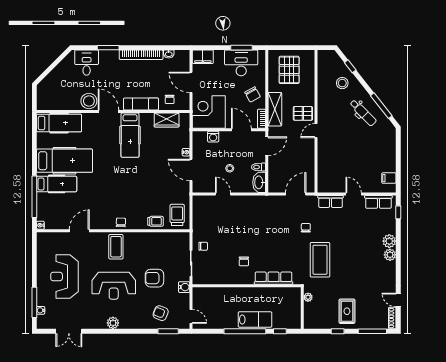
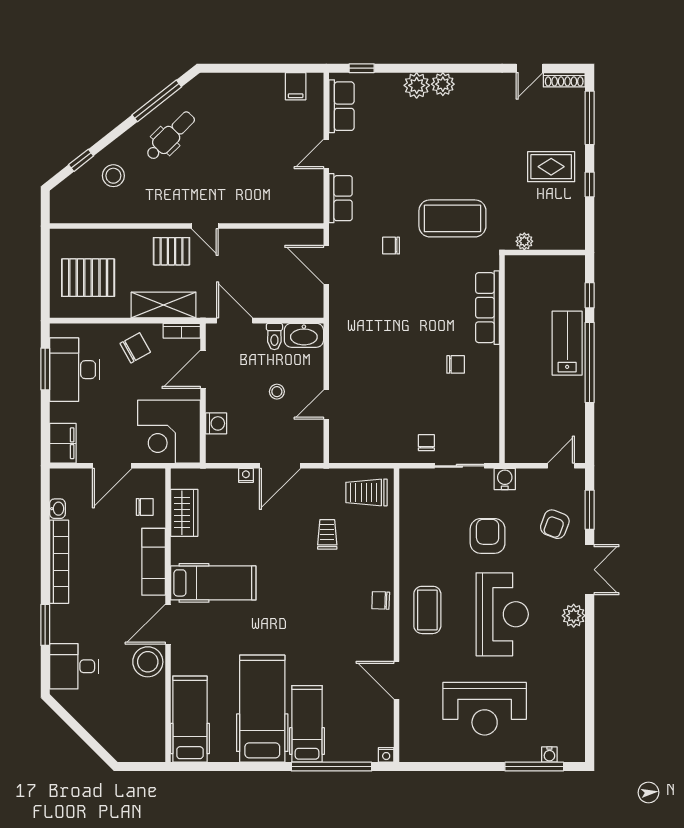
pallet: (303, 113) -> (171, 251), turned 90
trolley: (155, 221) -> (327, 534), moved
coffee table: (116, 247) -> (427, 610), turned 90
armchair: (154, 278) -> (488, 536), turned 180
double door: (69, 331) -> (590, 570), moved

